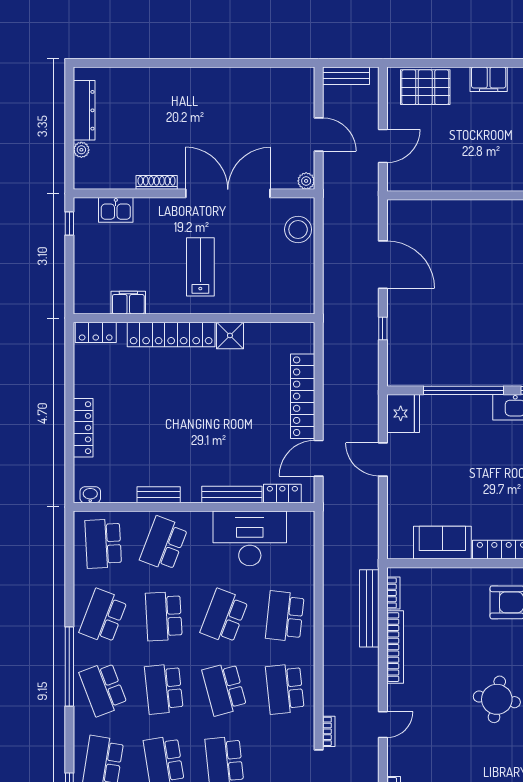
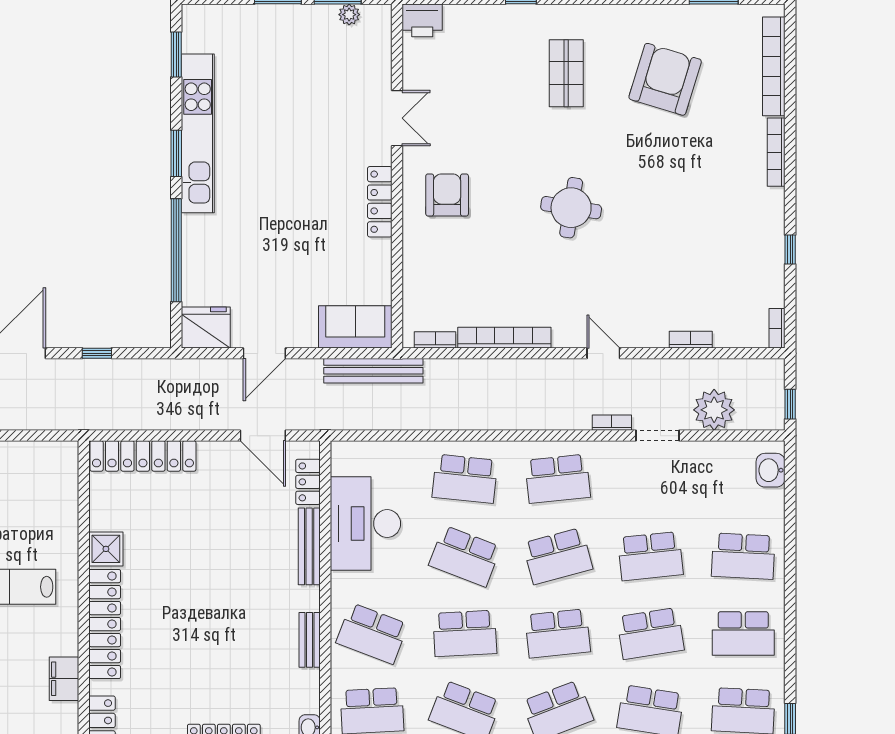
locker: (303, 396) -> (143, 456), moved
sofa: (442, 543) -> (355, 327), moved, turned 90
bench: (369, 608) -> (373, 371), moved

